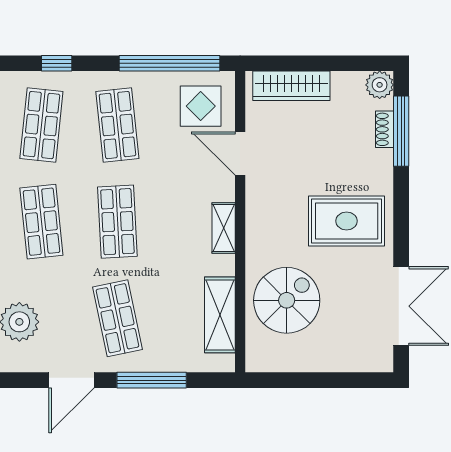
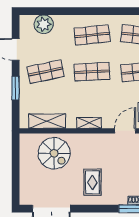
rug: (347, 221) -> (92, 182), width x0.73, depth x0.70
window: (152, 380) -> (16, 88), width x0.69

